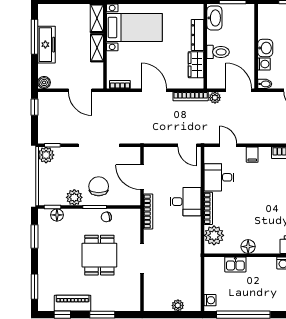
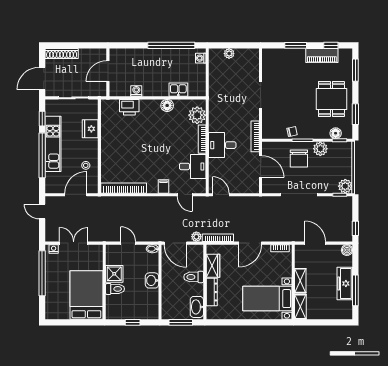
washing machine: (264, 64) -> (153, 266), removed
door: (154, 90) -> (250, 243), hinge flipped
dining table: (99, 255) -> (331, 99), moved

